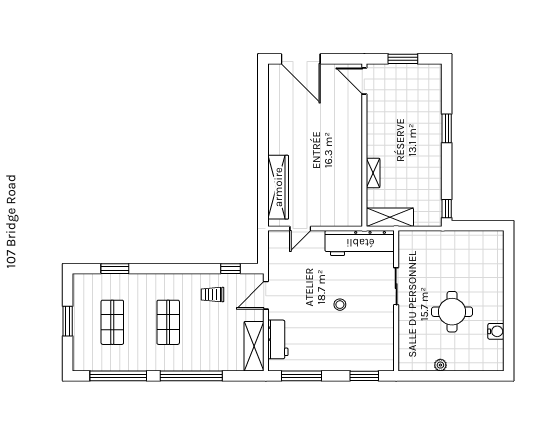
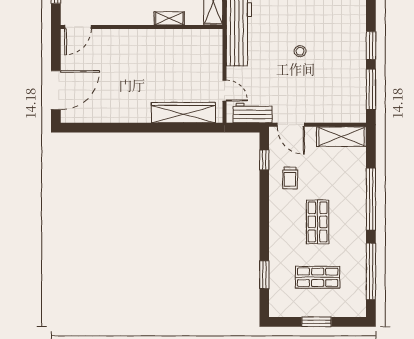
shop shelf: (168, 322) -> (318, 222), turned 90
workbench: (278, 339) -> (253, 113), moved
window: (364, 376) -> (371, 45), moved

